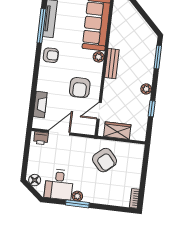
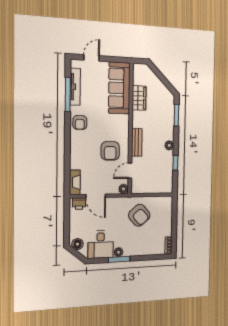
armchair: (51, 55) -> (80, 123), turned 91
plant: (99, 57) -> (123, 189), moved
bench: (112, 64) -> (137, 142), moved
fireplace: (40, 105) -> (75, 182), moved
wardrobe: (117, 131) -> (139, 98), moved, turned 90
door: (59, 133) -> (96, 196), swing flipped

